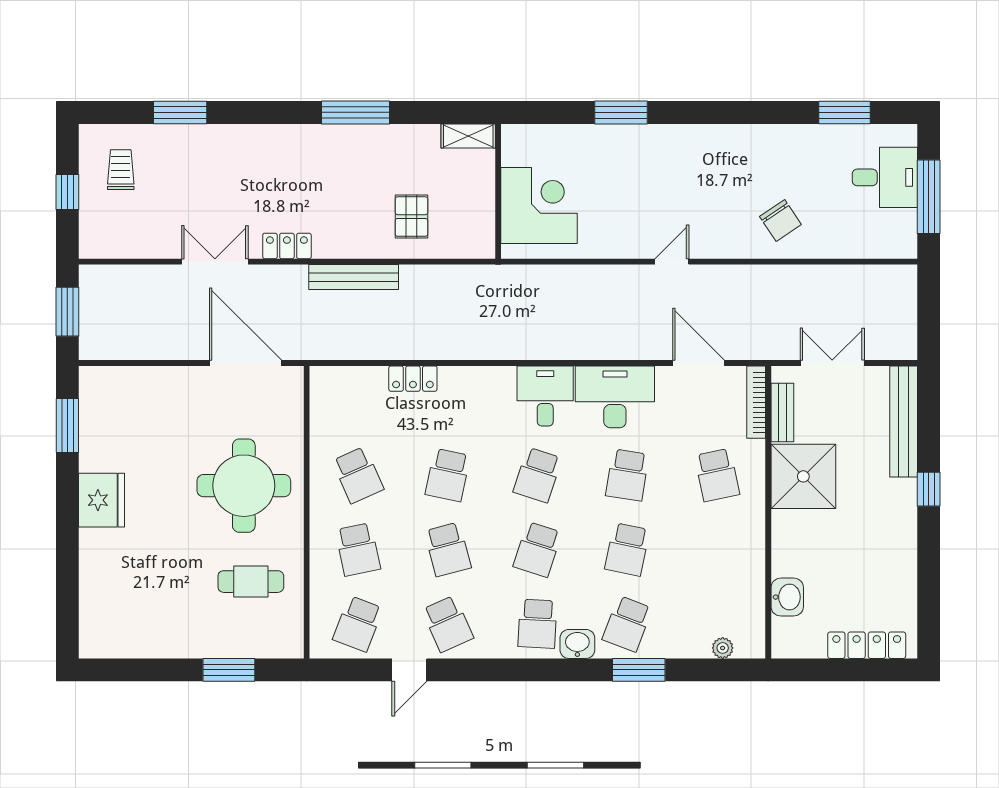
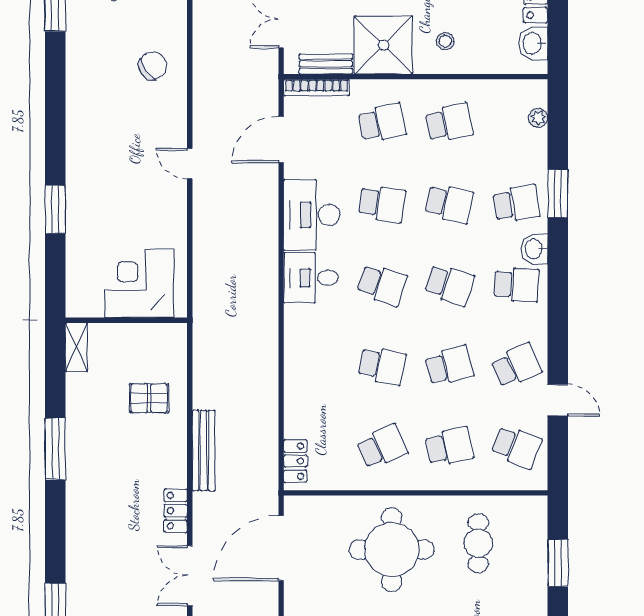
locker: (413, 379) -> (295, 461), moved
stool: (808, 545) -> (445, 41), added
school desk: (717, 549) -> (449, 123), added
washbasin: (787, 597) -> (533, 44), moved, turned -90
school desk: (627, 624) -> (516, 204), turned -30

